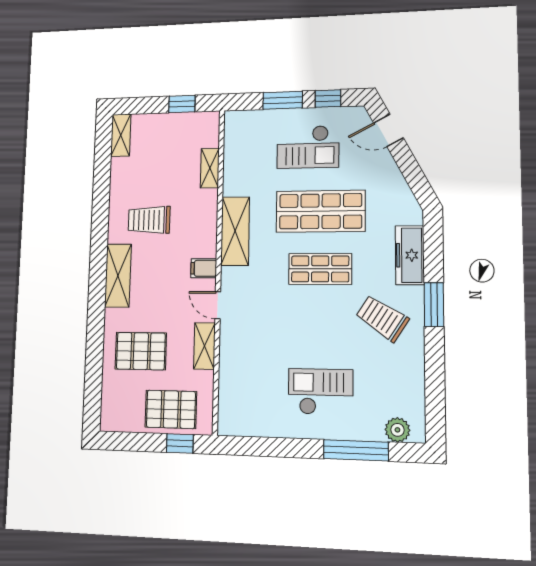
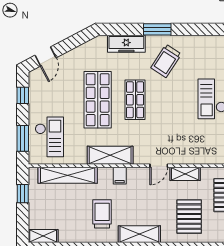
window: (283, 100) -> (23, 138), moved
checkout: (308, 147) -> (49, 137), moved
shelving: (210, 168) -> (68, 175), width x2.20, depth x1.33
trolley: (149, 220) -> (102, 214), turned 180
filing cabinet: (204, 268) -> (120, 176), moved

